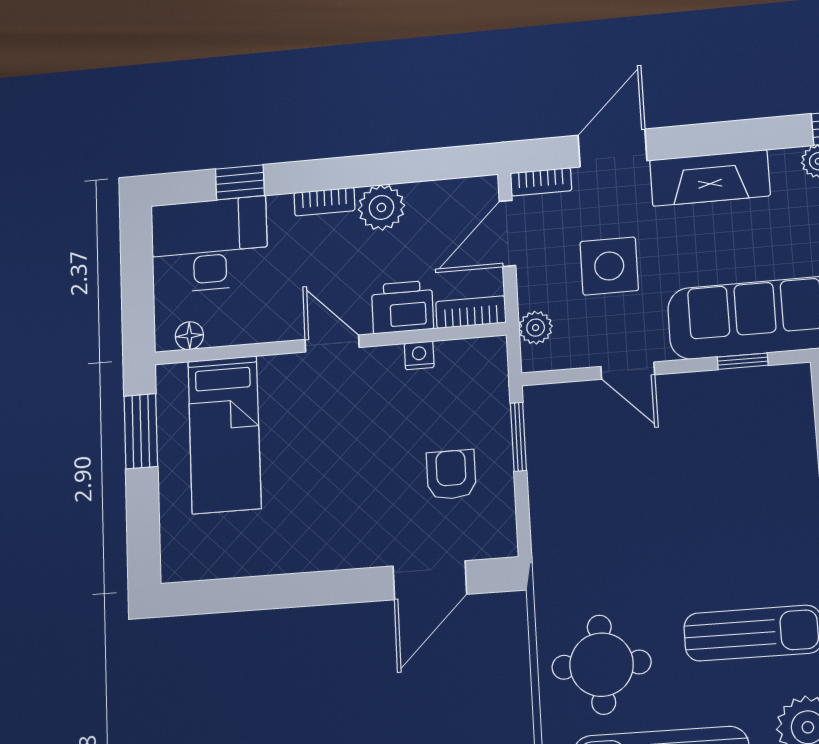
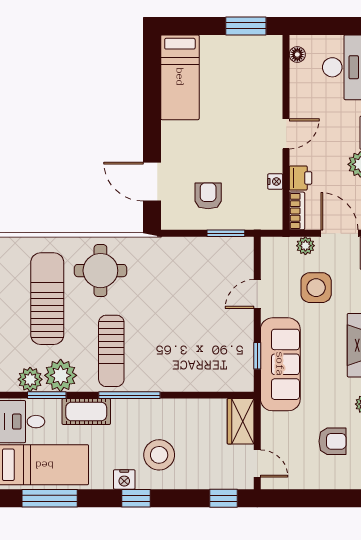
printer: (402, 307) -> (300, 178), width x0.73, depth x0.81
plant: (536, 328) -> (305, 246), moved
bed: (224, 435) -> (180, 77), moved, turned -90
armchair: (451, 475) -> (208, 196), turned -90

